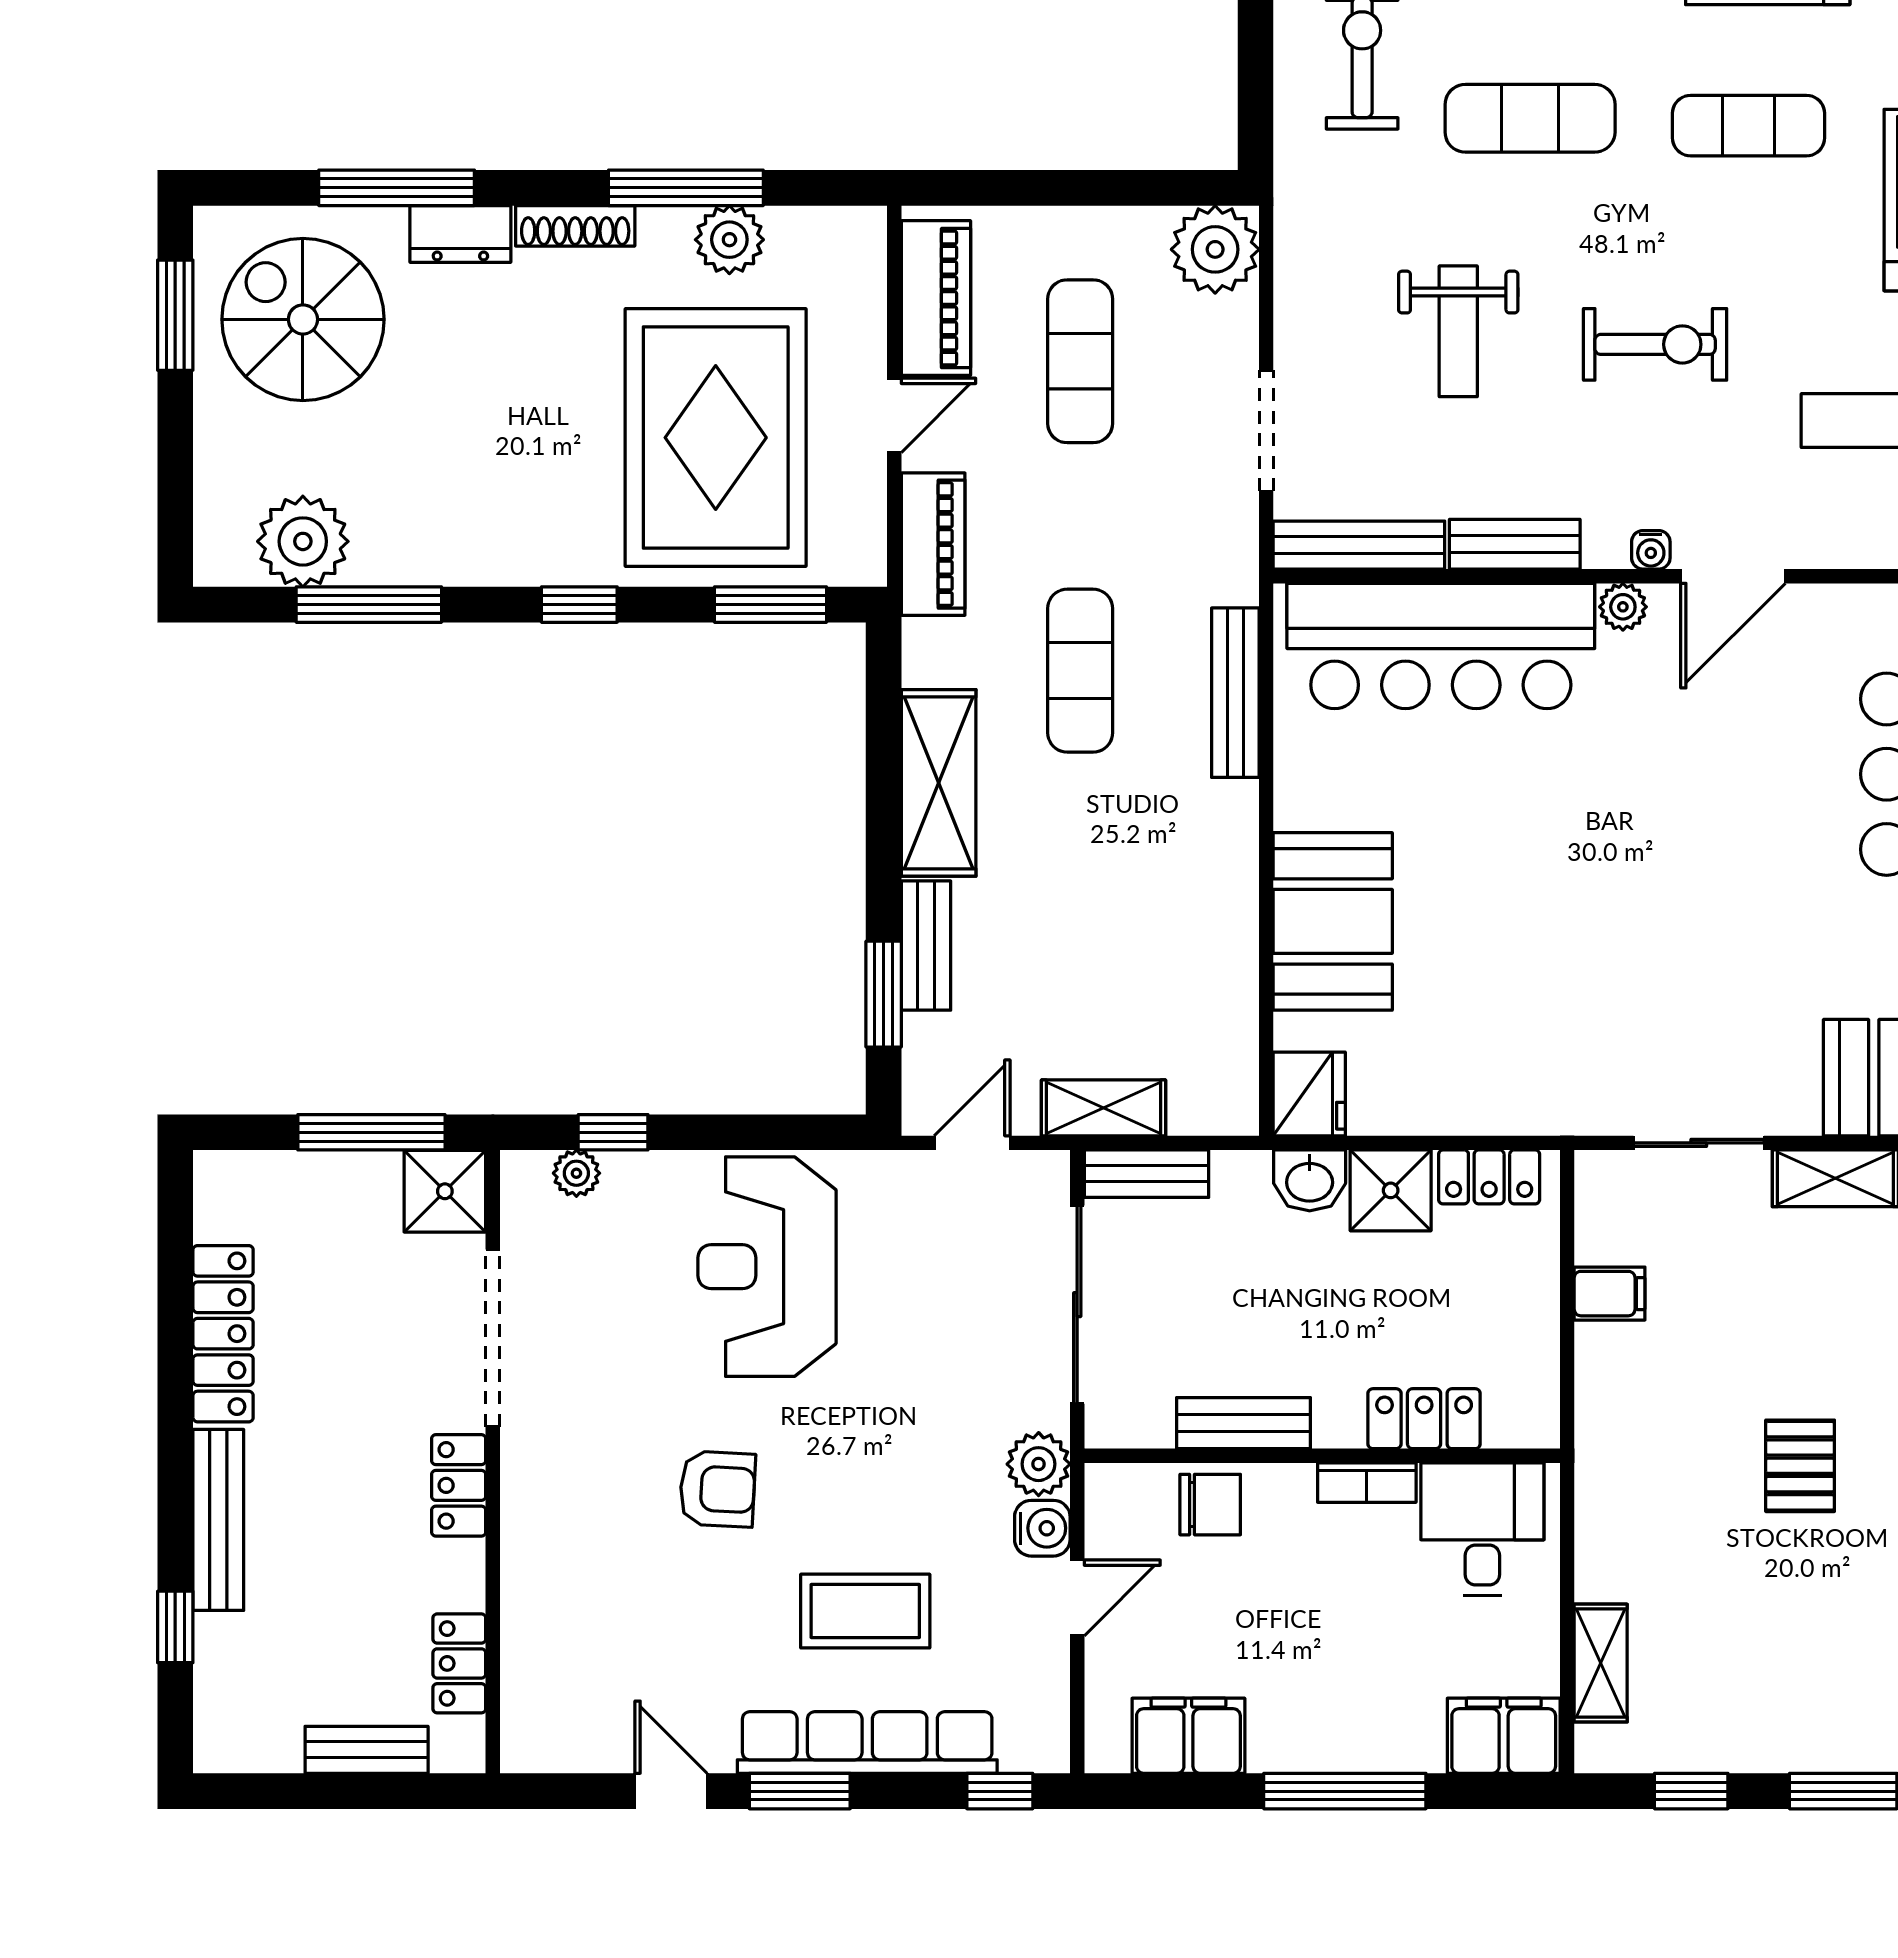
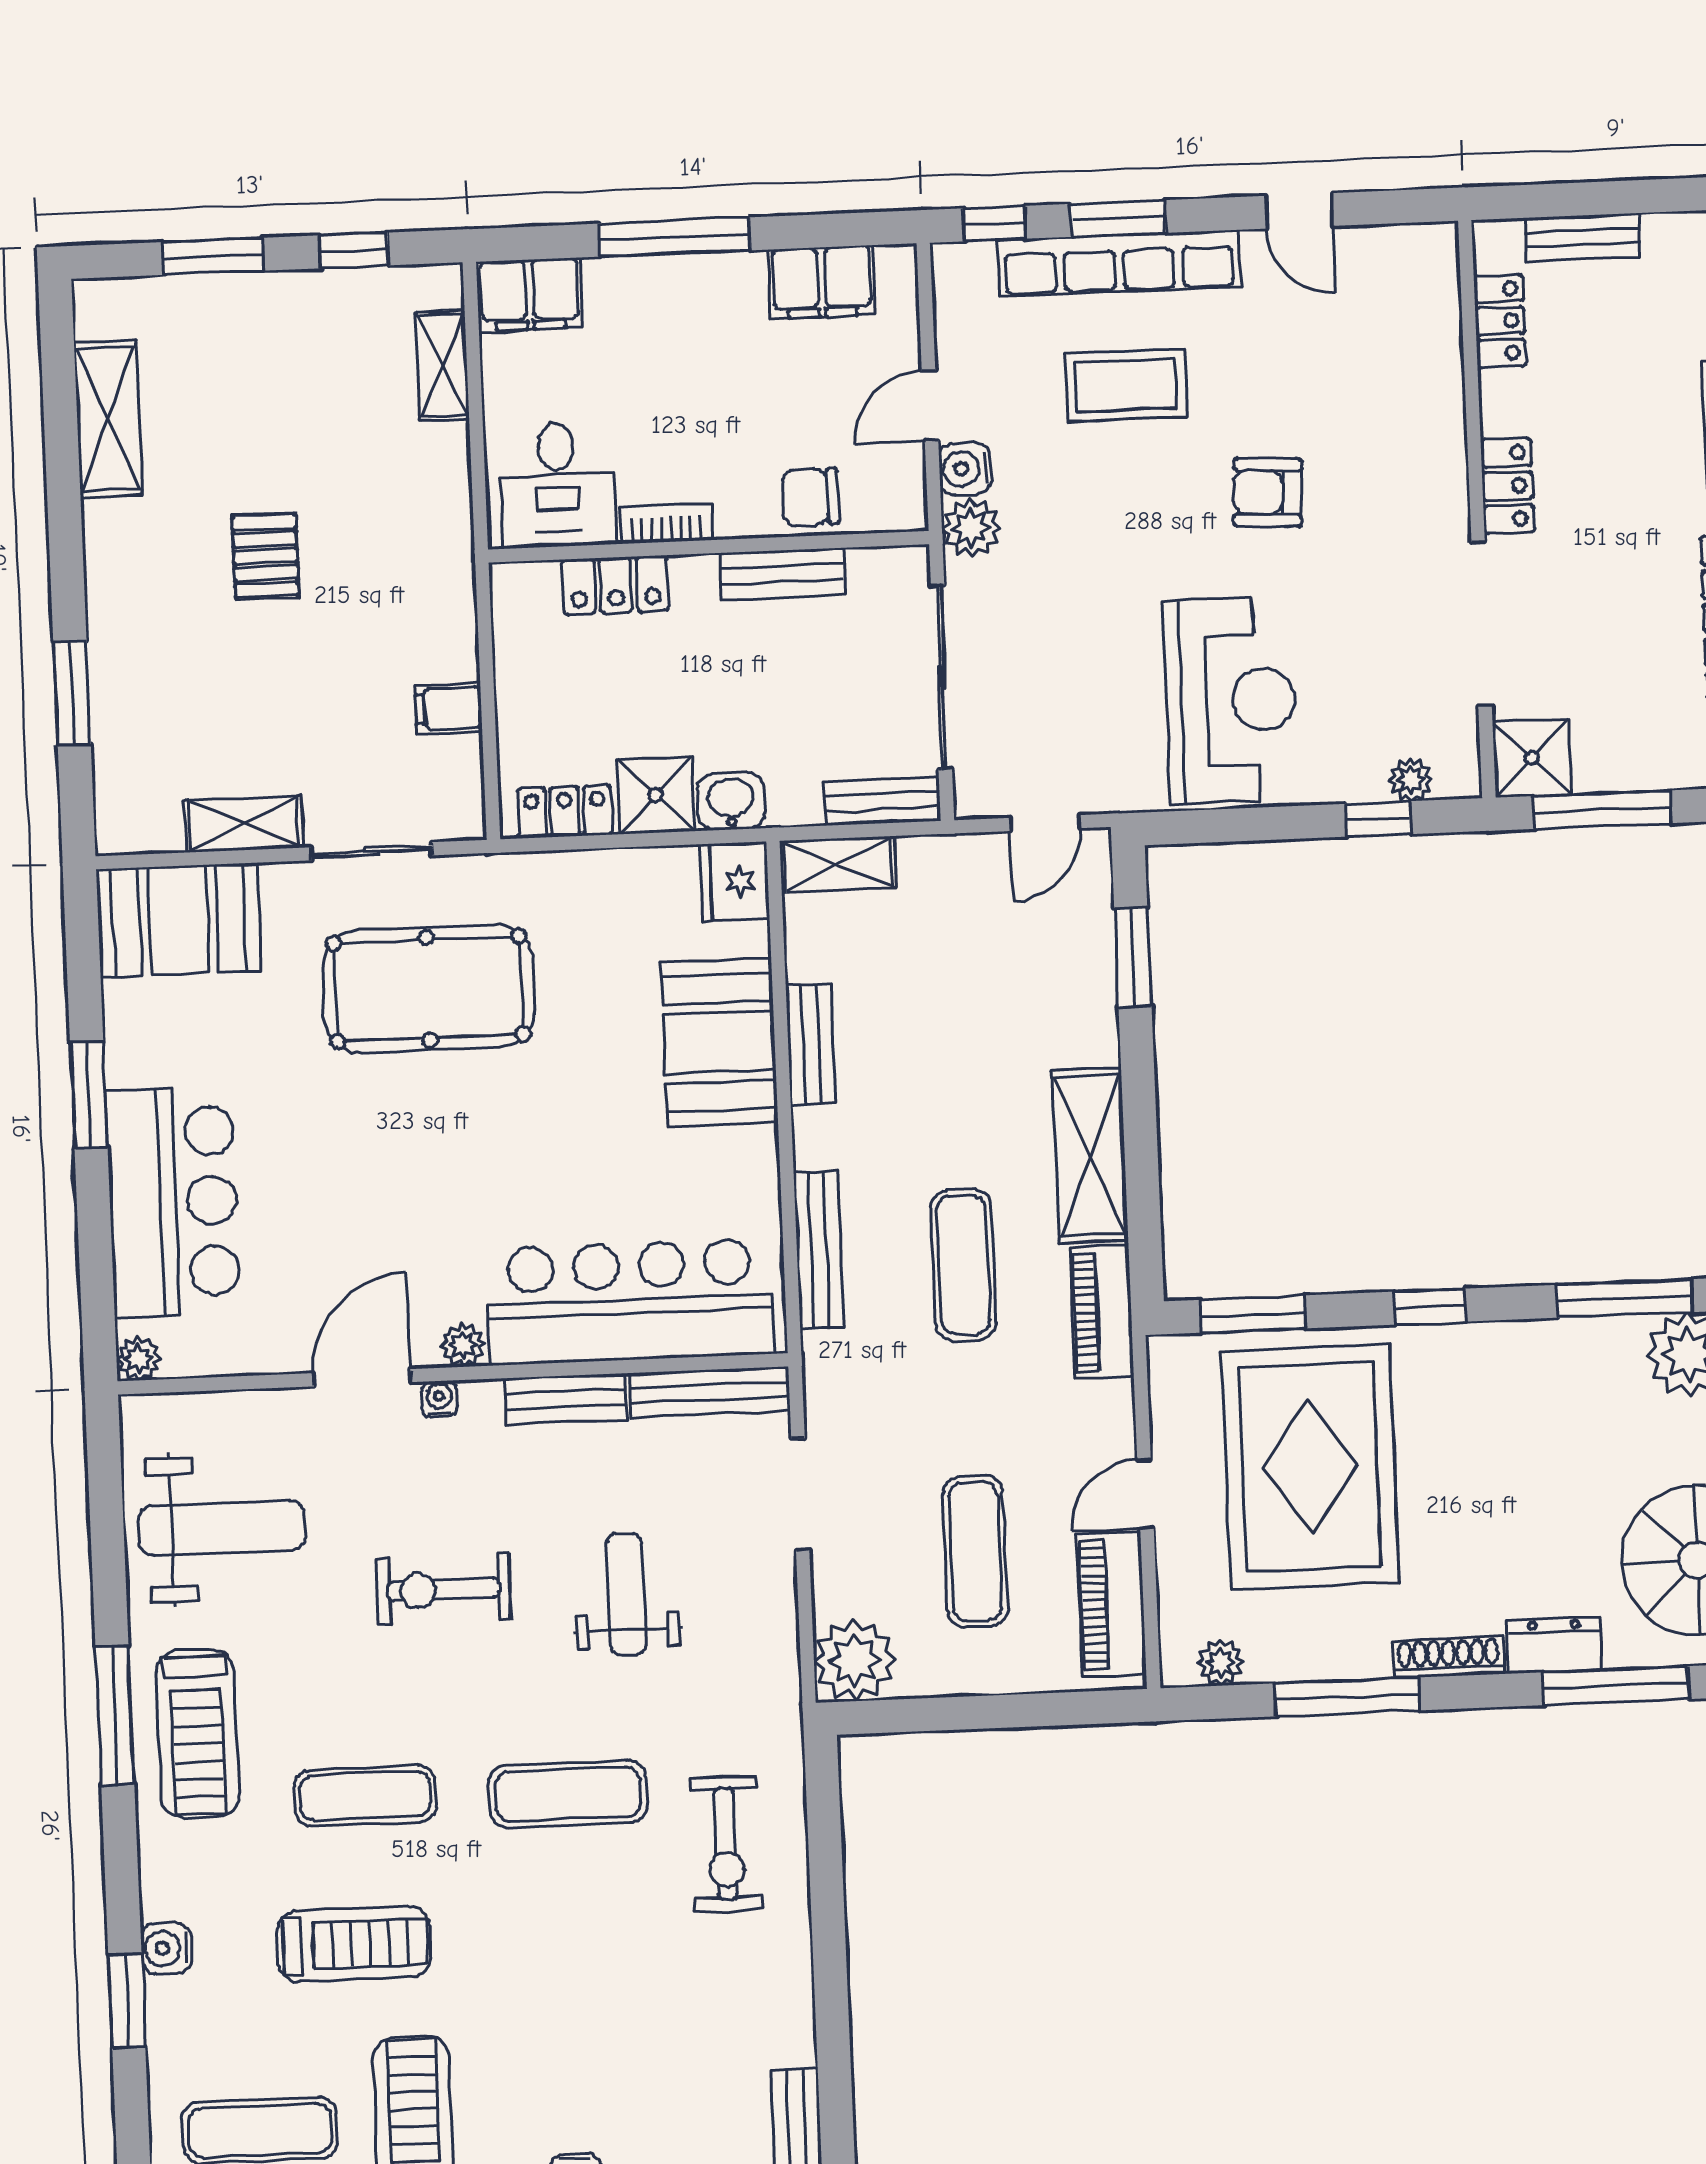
plant: (729, 240) -> (1221, 1663), moved, width x0.73, depth x0.73
piano: (933, 544) -> (1102, 1312), moved
bench: (926, 946) -> (811, 1044), moved
pool table: (1644, 992) -> (428, 989), added
shelving: (1104, 1108) -> (838, 864), moved
window: (800, 1791) -> (1118, 218), moved

